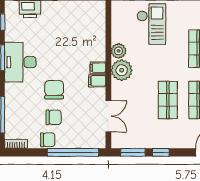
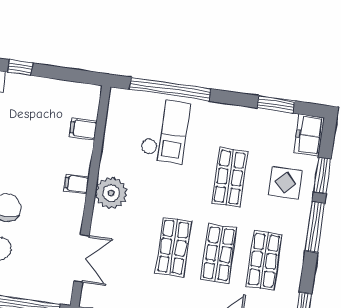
plant: (119, 51) -> (111, 164), removed
filing cabinet: (97, 81) -> (83, 129), moved

